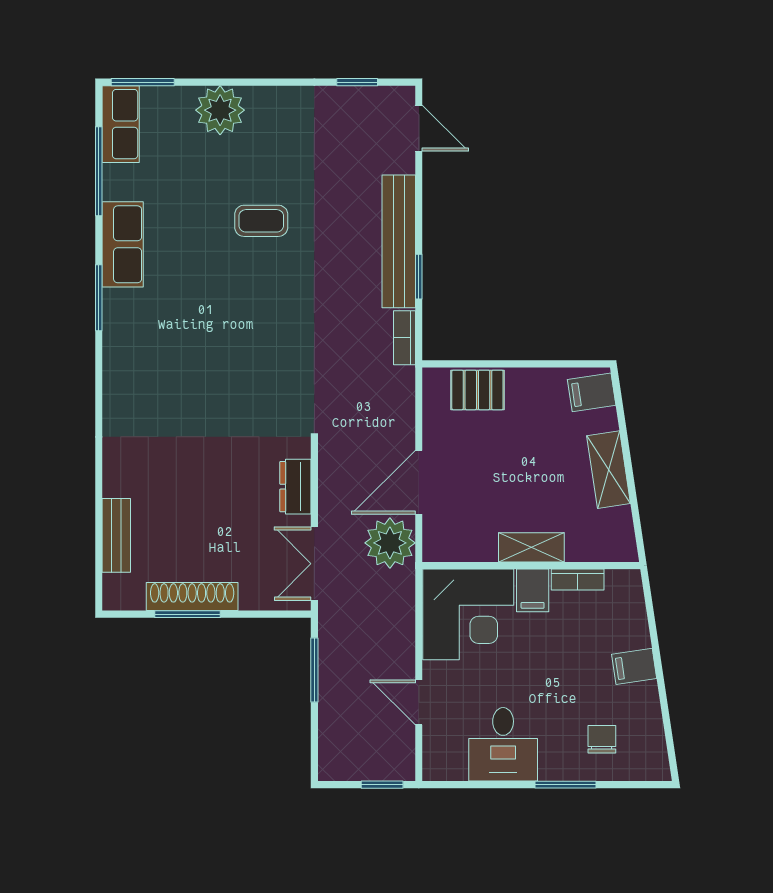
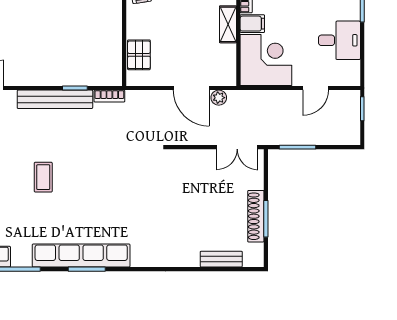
row of seats: (123, 244) -> (81, 256), width x2.02
dresser: (295, 487) -> (194, 158), removed
plant: (390, 543) -> (219, 98), width x0.53, depth x0.53

